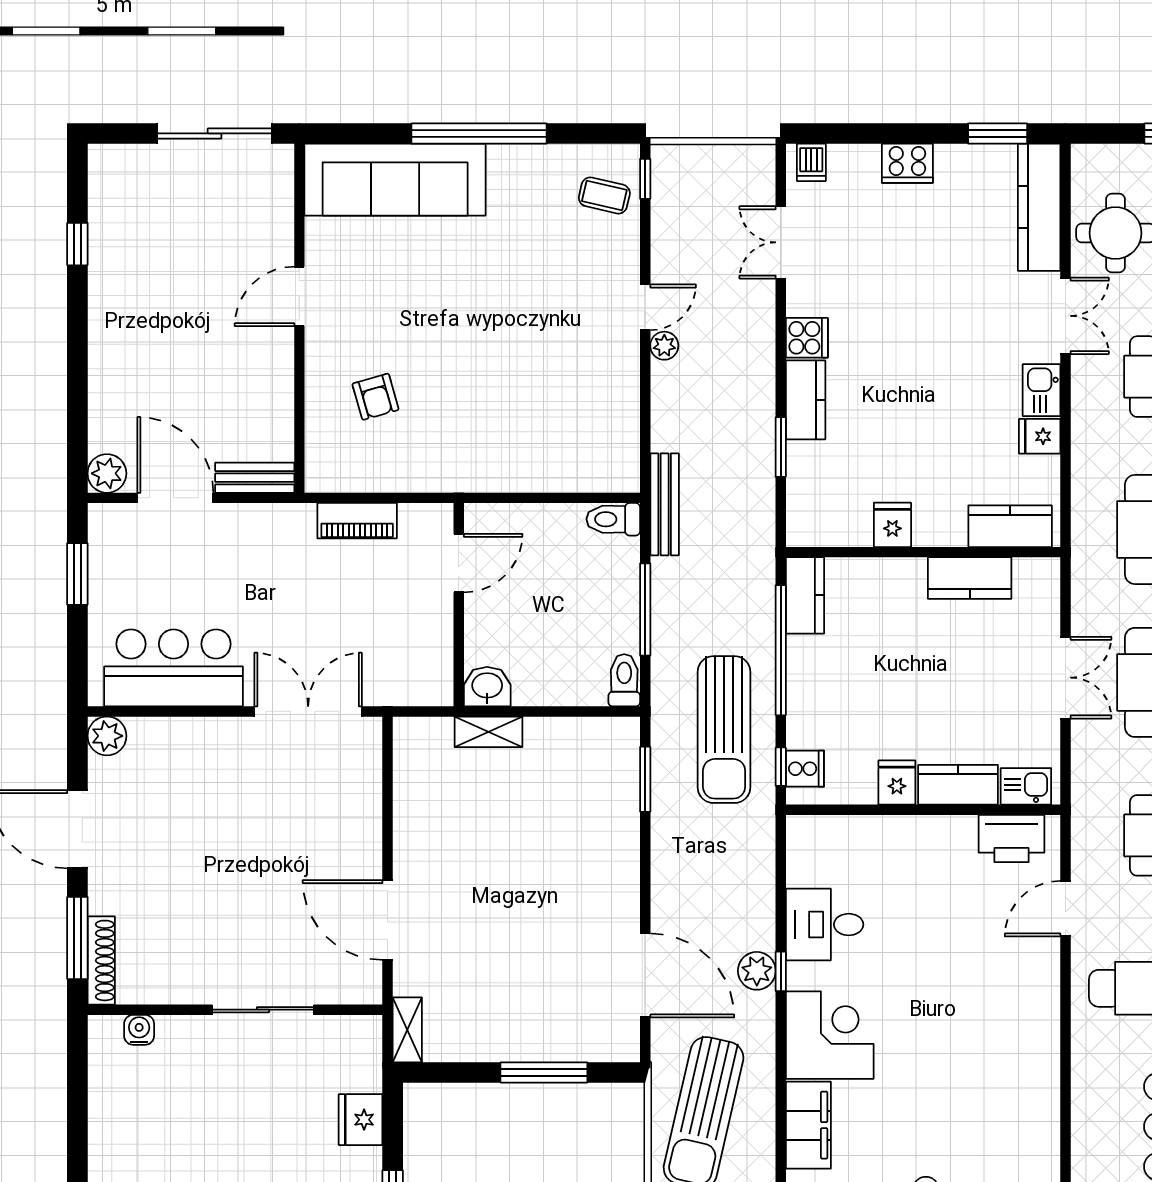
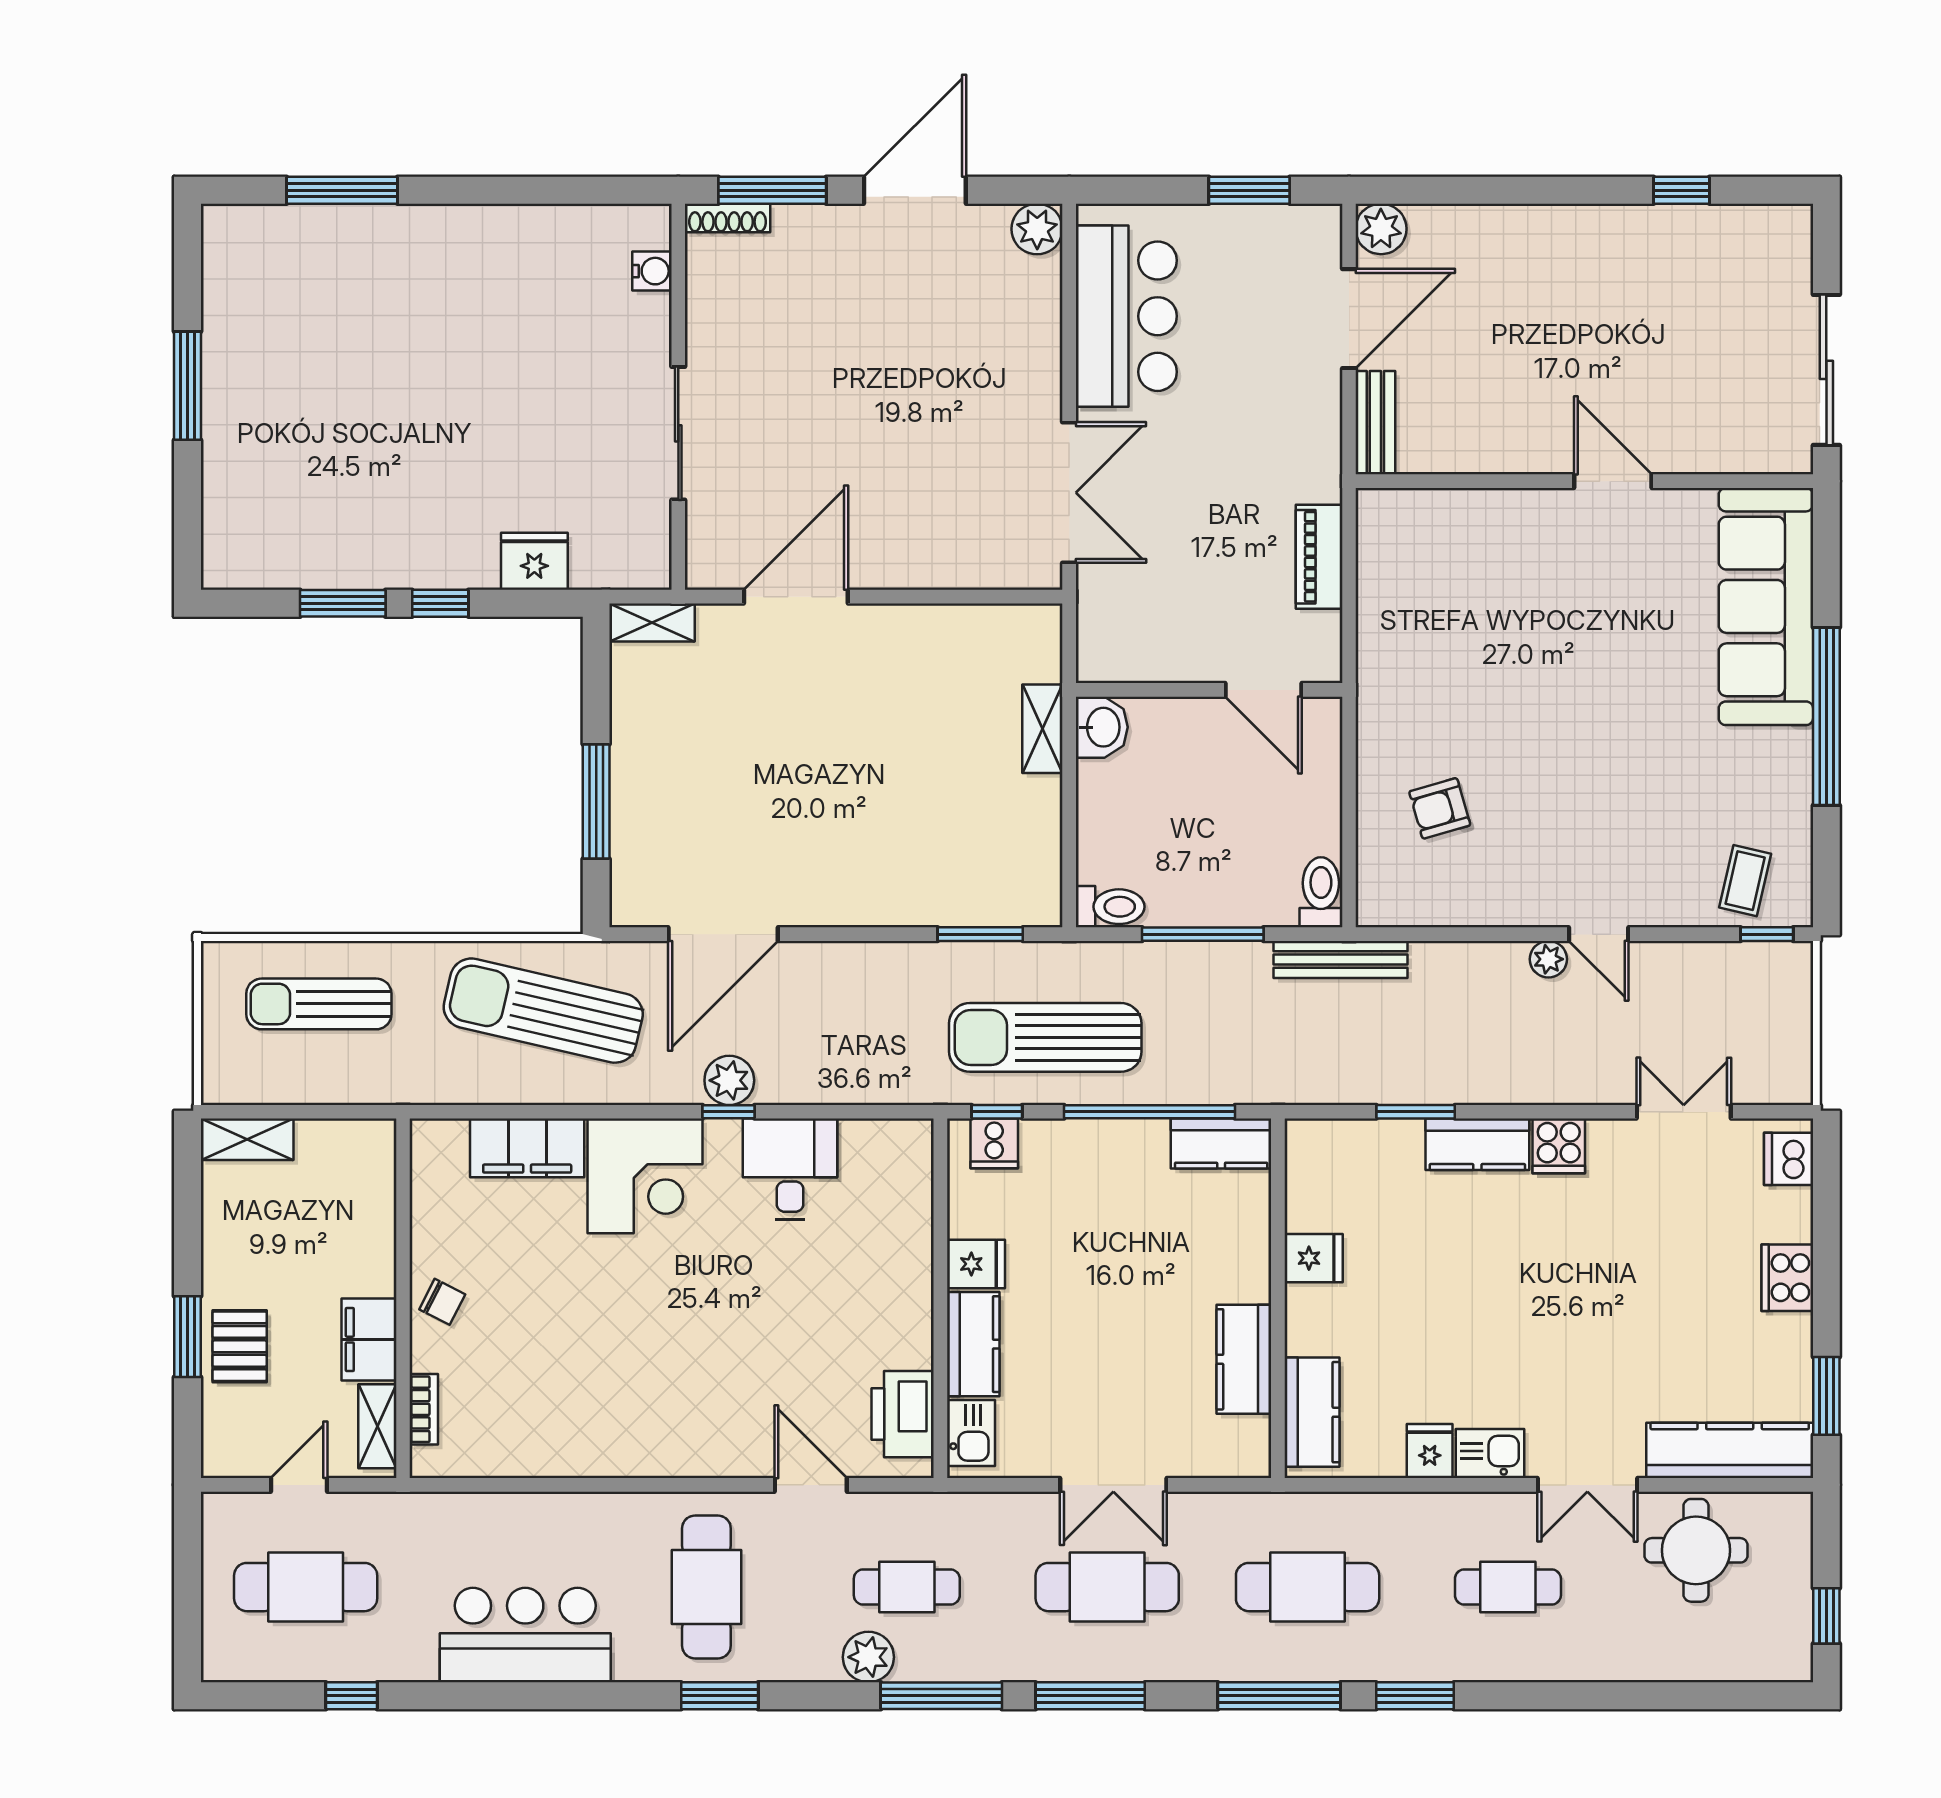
dishwasher: (811, 162) -> (1789, 1159), width x1.38
armchair: (375, 397) -> (1440, 808), moved
shoe rack: (101, 960) -> (728, 218), width x0.74, depth x0.81

